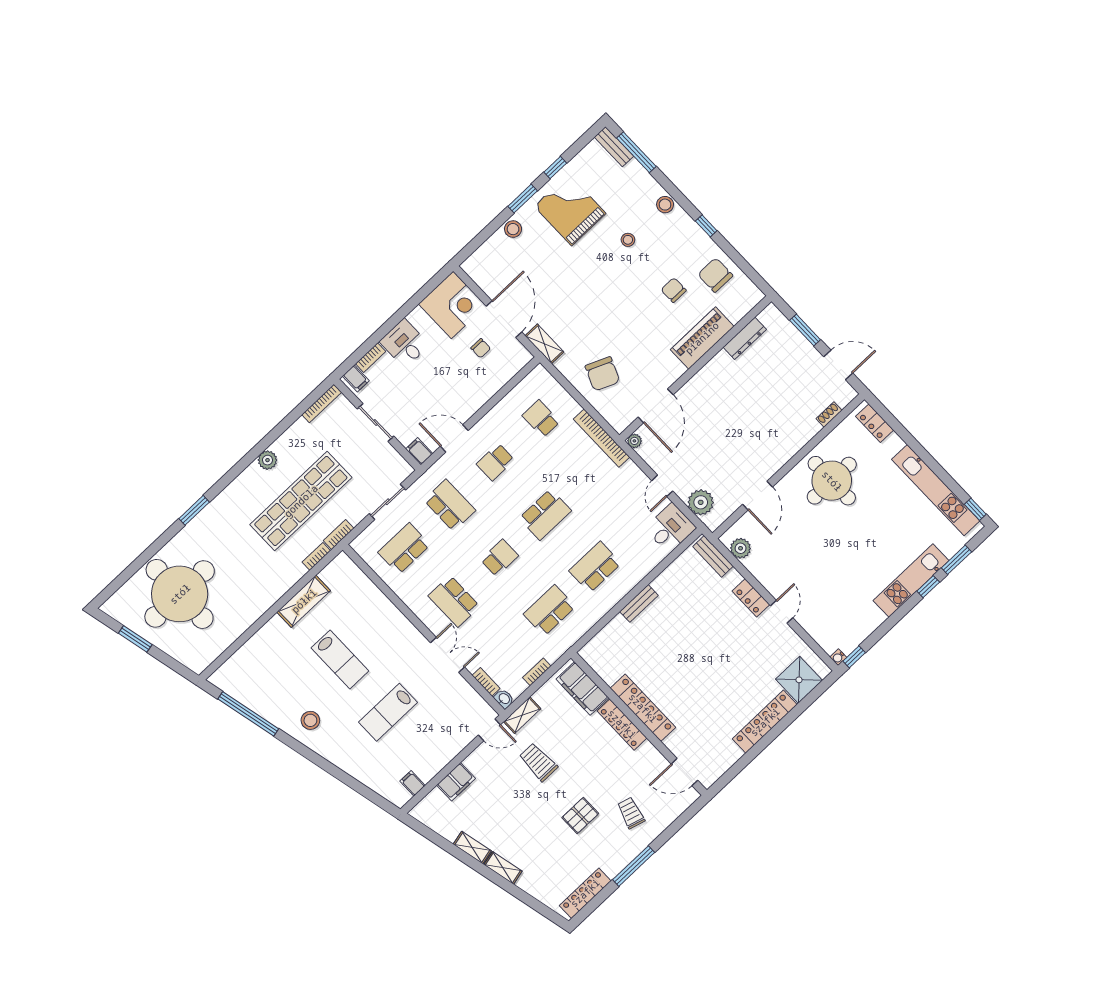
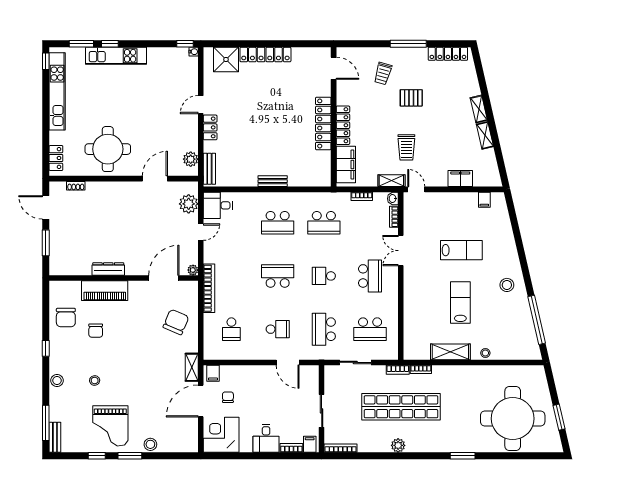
dresser: (745, 338) -> (108, 269), moved
filing cabinet: (419, 451) -> (213, 373), moved
stool: (268, 633) -> (485, 353), added

